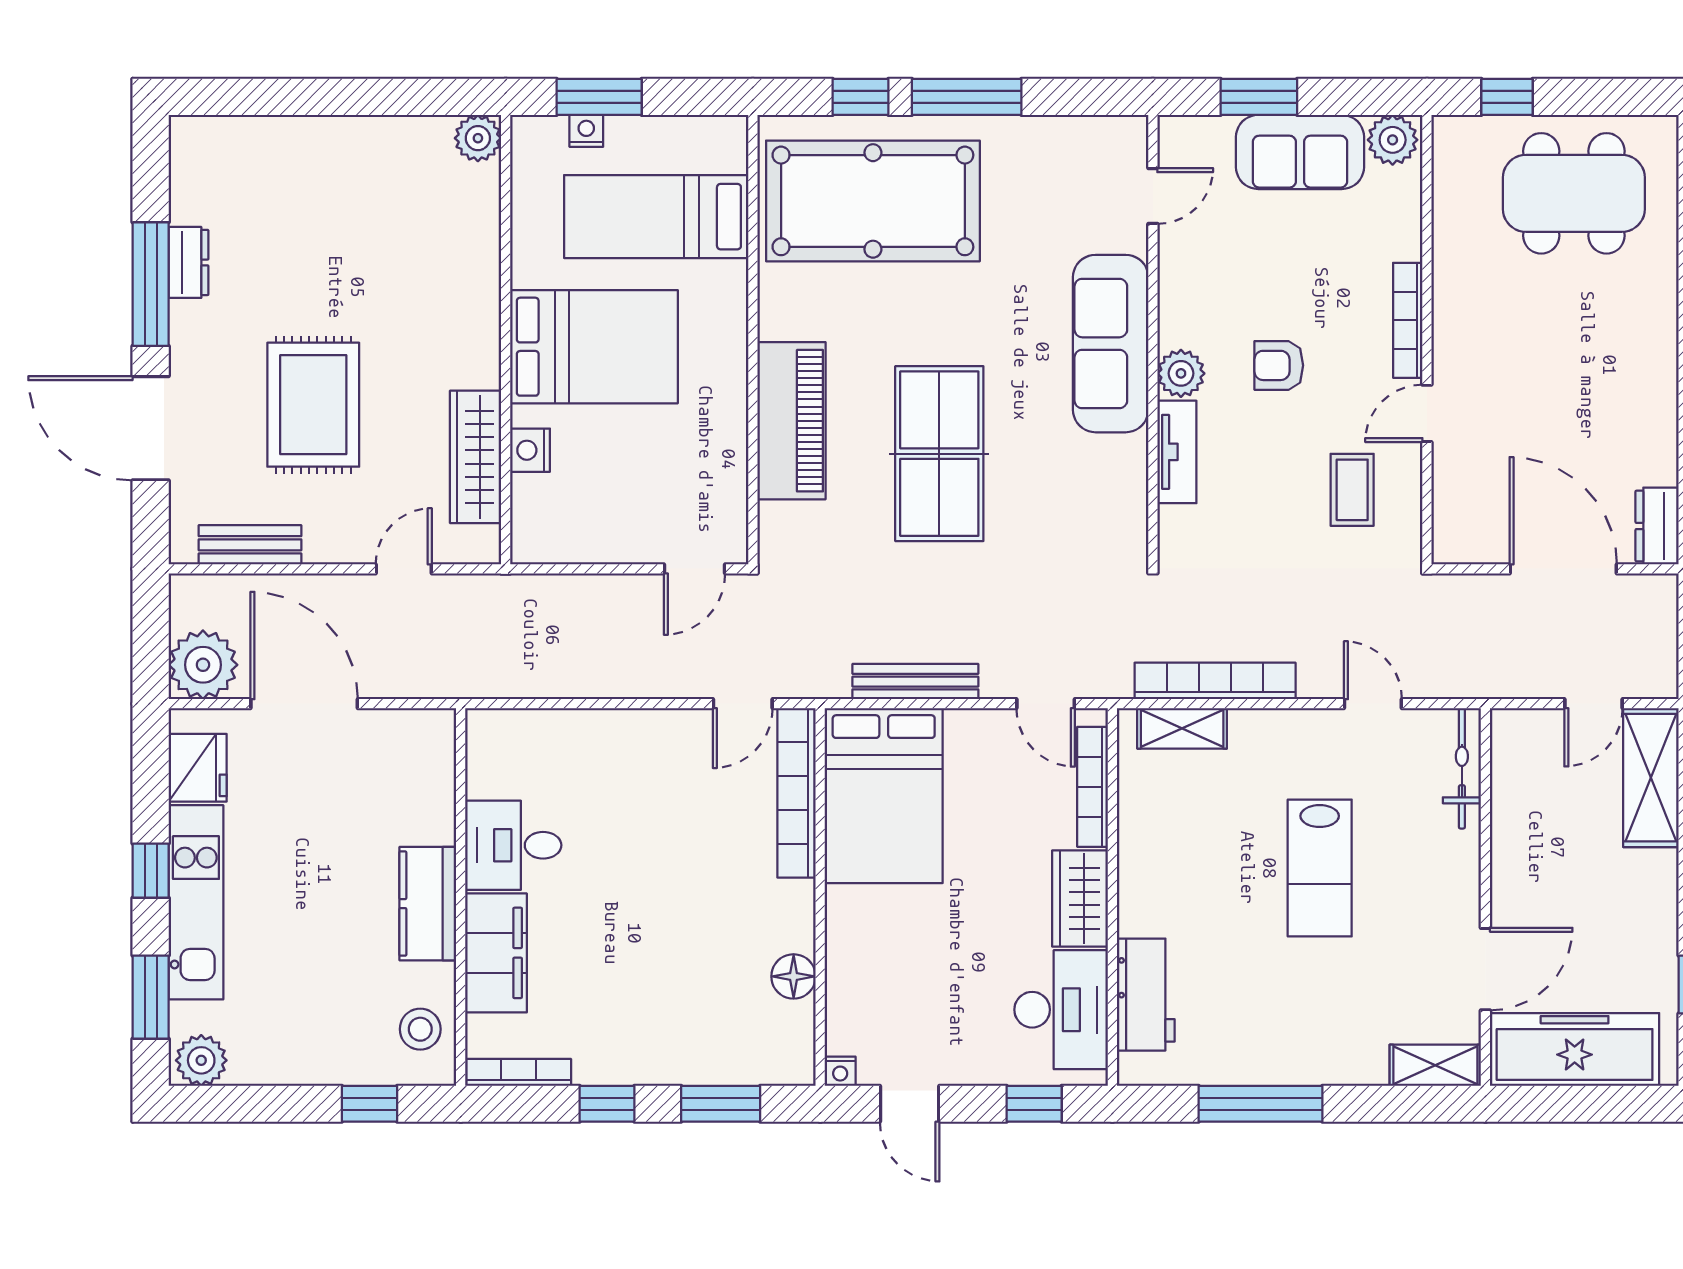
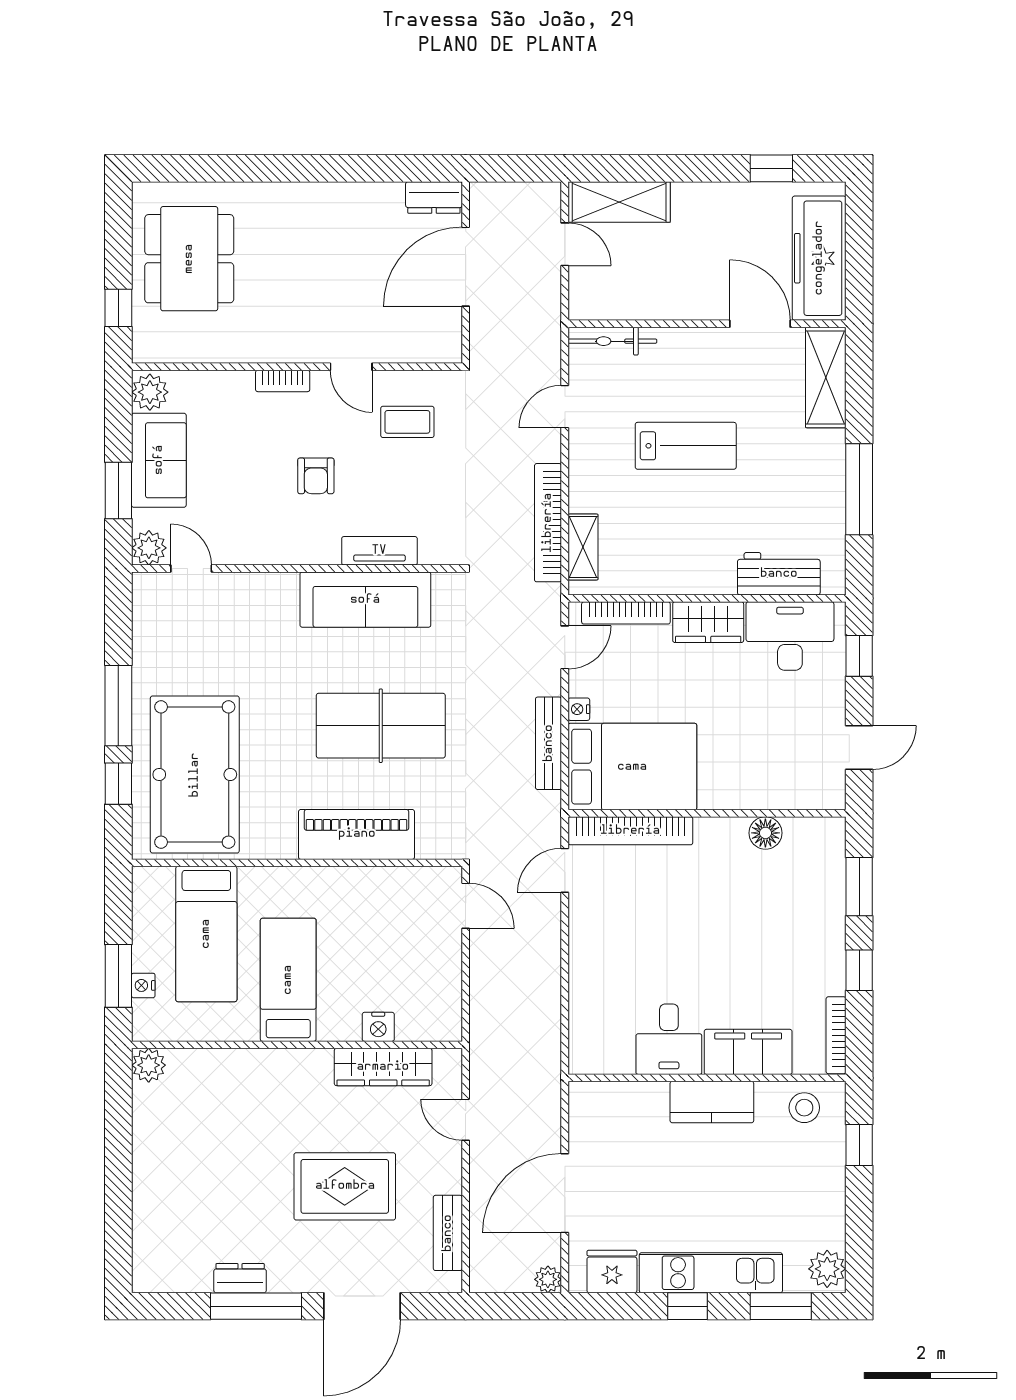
bookcase: (1408, 320) -> (283, 381), width x0.64
sofa: (1111, 344) -> (365, 600), moved
bed: (594, 347) -> (288, 980), width x0.67
plant: (1181, 373) -> (149, 548), moved
plant: (203, 665) -> (548, 1279), width x0.53, depth x0.53
door: (743, 704) -> (565, 870), swing flipped
shelving: (1435, 1065) -> (826, 377), width x1.50, depth x1.33
nightstand: (840, 1071) -> (579, 709), moved, turned 180

